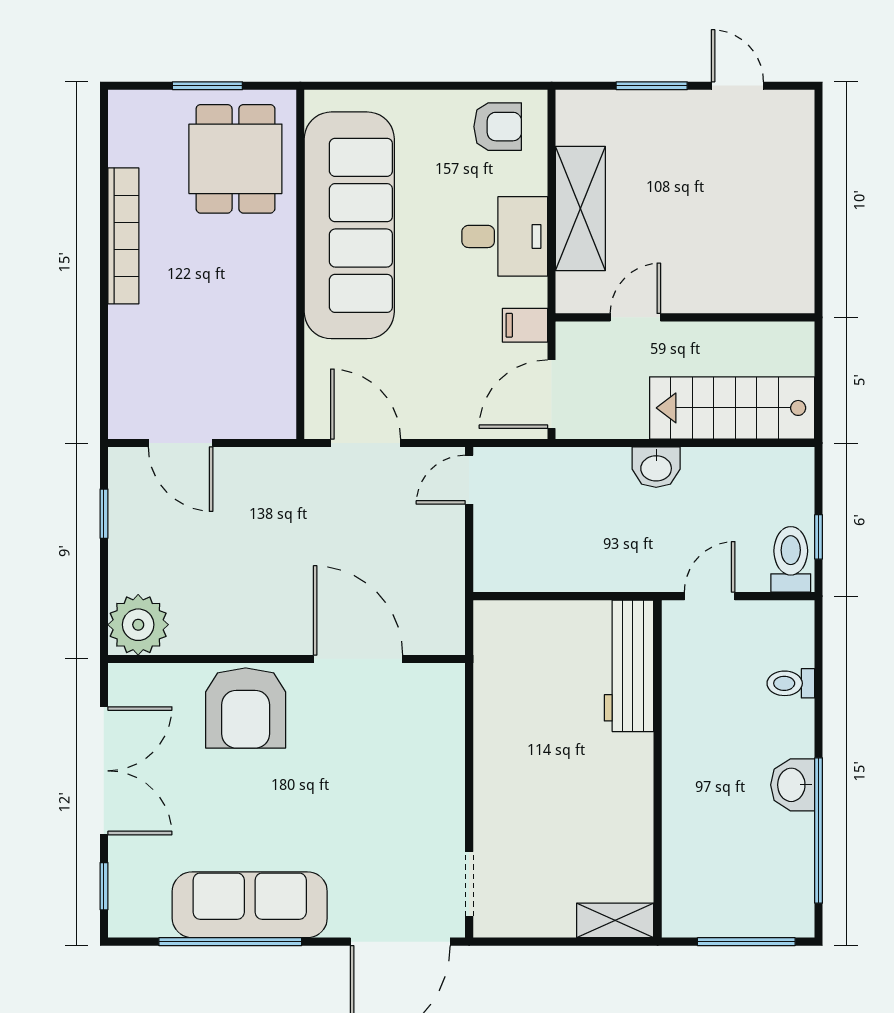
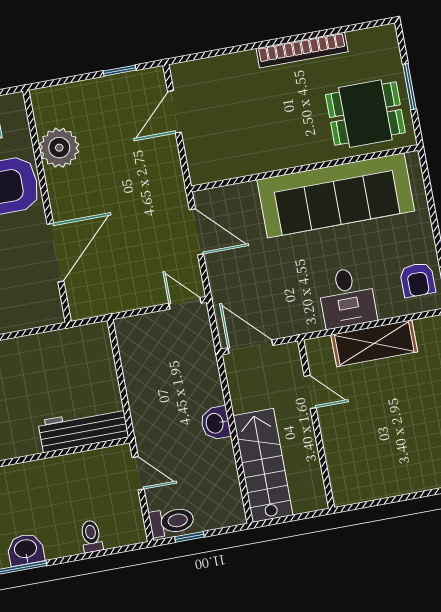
filing cabinet: (525, 325) -> (292, 321), removed
door: (366, 443) -> (197, 232), hinge flipped
plant: (138, 625) -> (59, 148), moved

